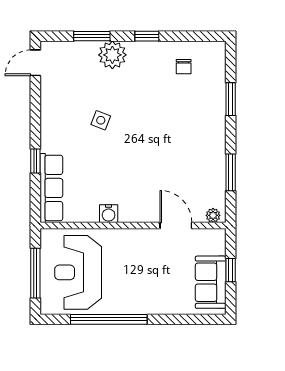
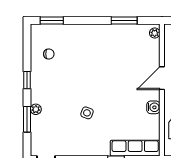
plant: (112, 55) -> (36, 109), width x0.53, depth x0.53
window: (231, 99) -> (52, 21), moved
door: (176, 226) -> (162, 78), moved

